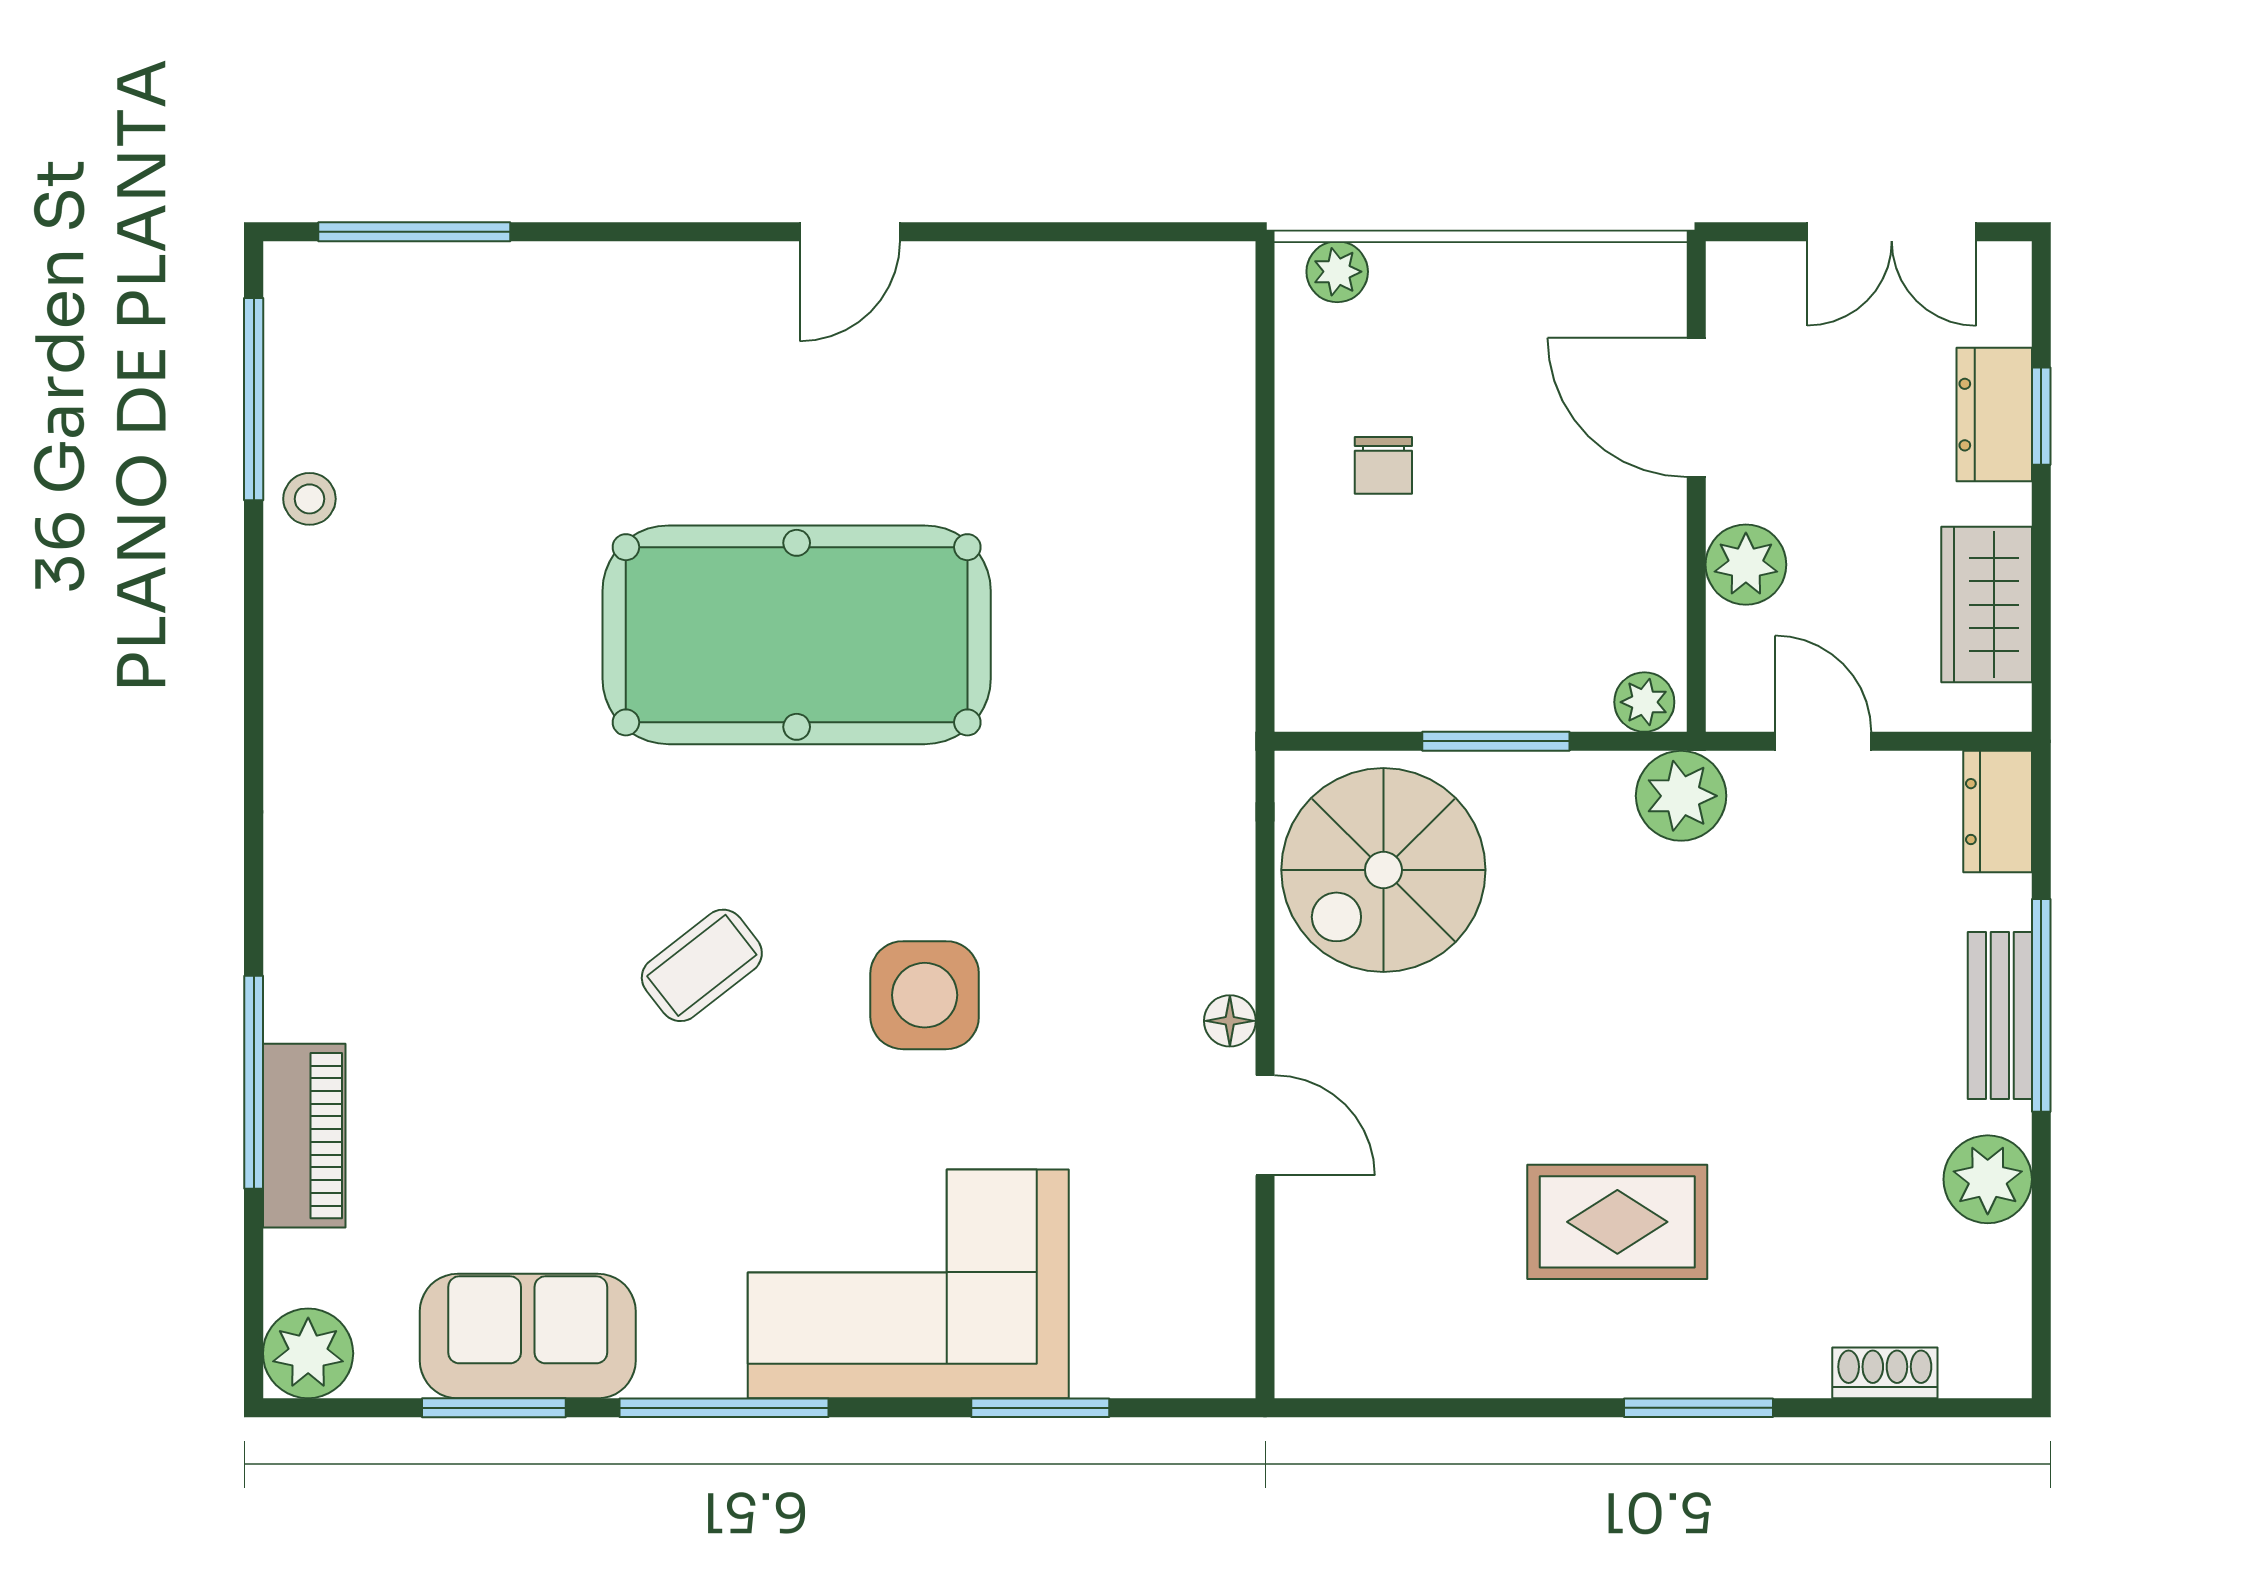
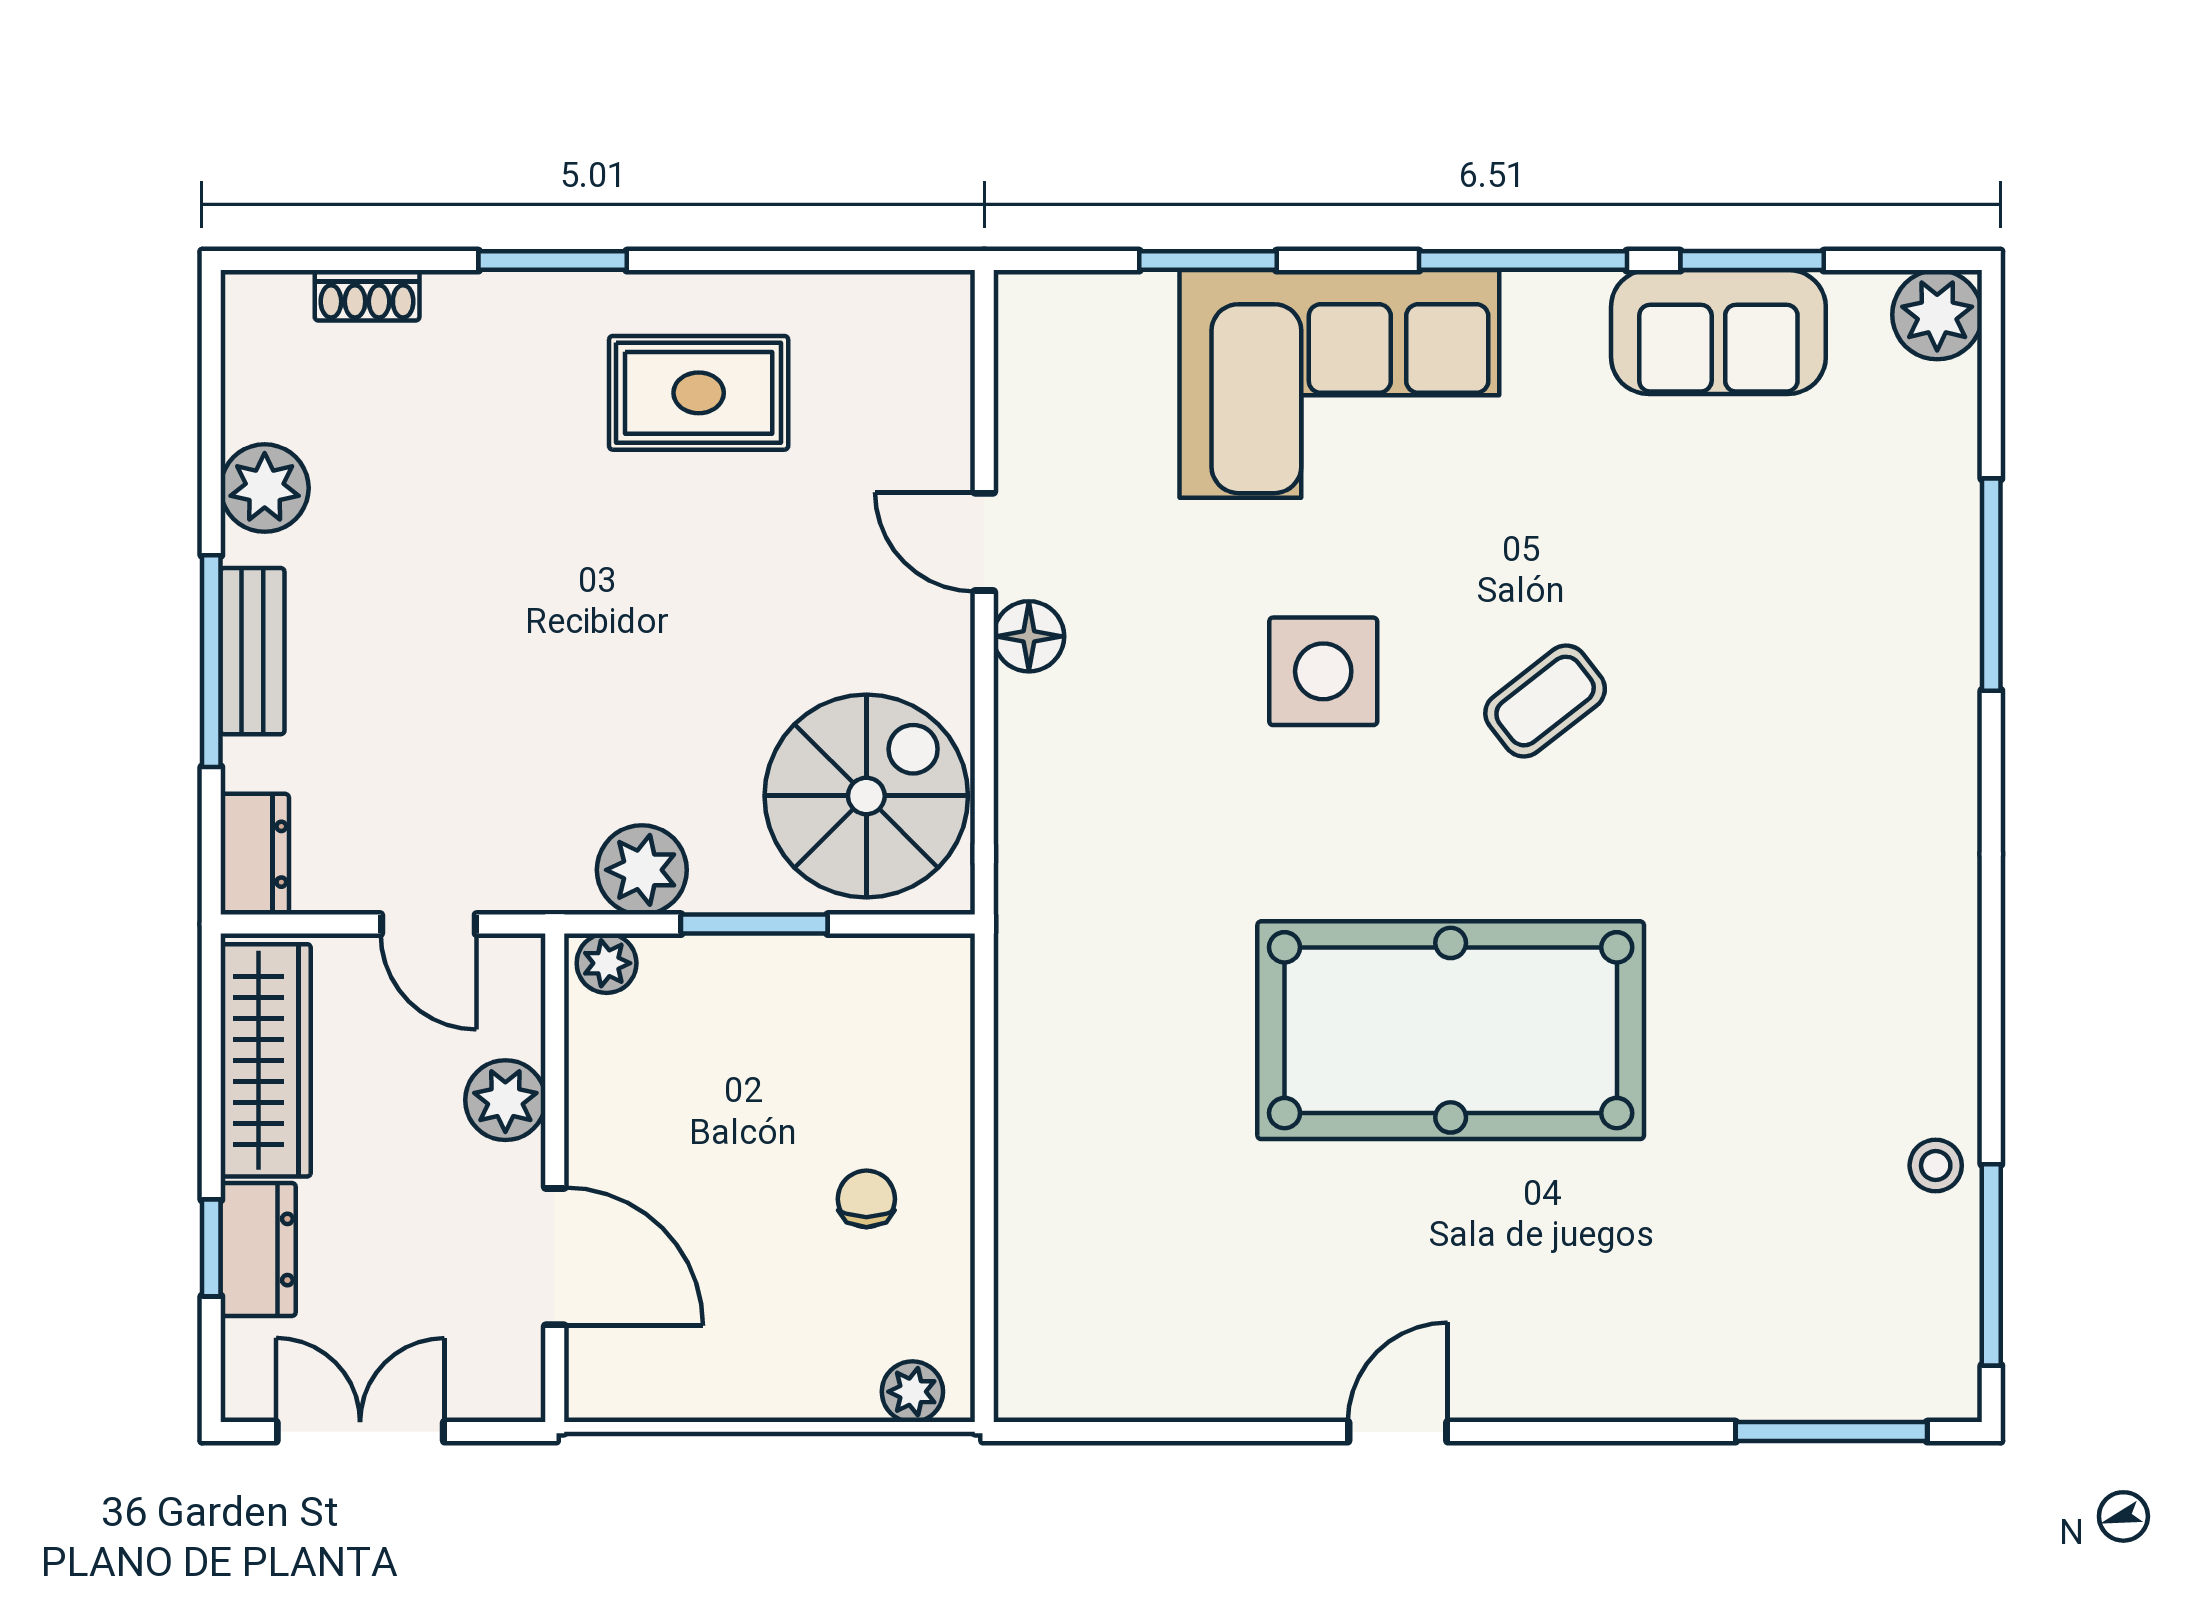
wardrobe: (1987, 605) -> (266, 1060), width x1.50
plant: (1681, 796) -> (642, 870), moved
floor lamp: (1230, 1021) -> (1029, 636), width x1.37, depth x1.37
piano: (304, 1136) -> (1941, 532), removed
rug: (1617, 1222) -> (699, 393), moved

